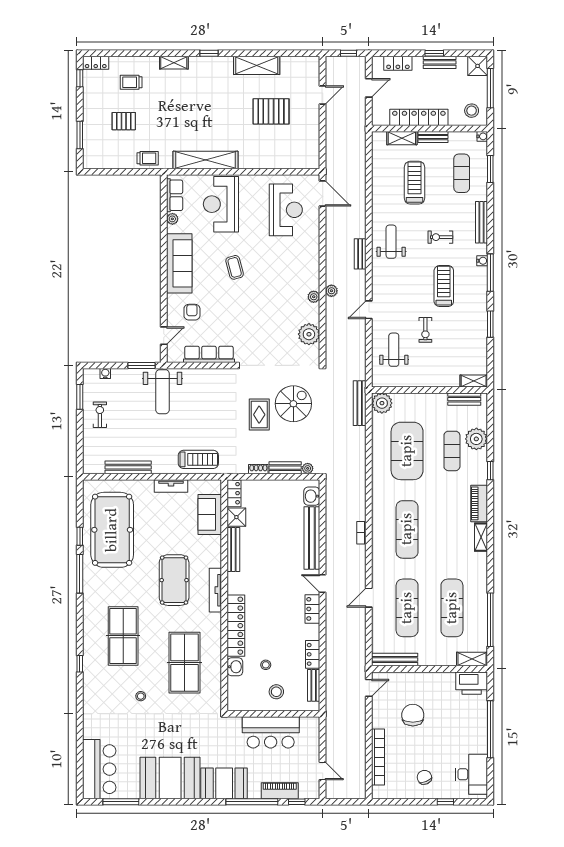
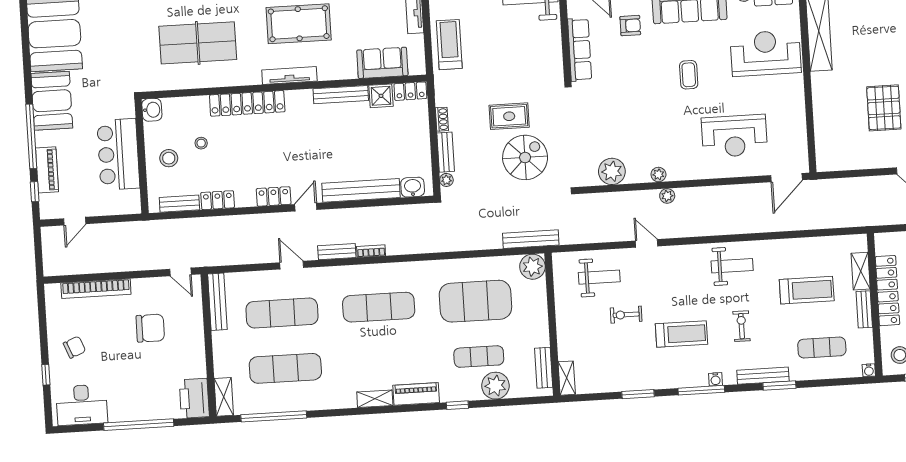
window: (490, 169) -> (779, 385), moved
reception desk: (286, 210) -> (734, 136), moved
bench: (360, 254) -> (337, 252), moved
coffee table: (235, 267) -> (689, 75), turned -75
spiral stairs: (293, 404) -> (525, 157), turned -90
treadmill: (198, 459) -> (449, 45), turned 180
washbasin: (235, 667) -> (152, 110), moved, turned -90

